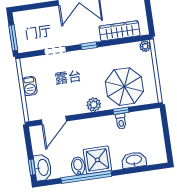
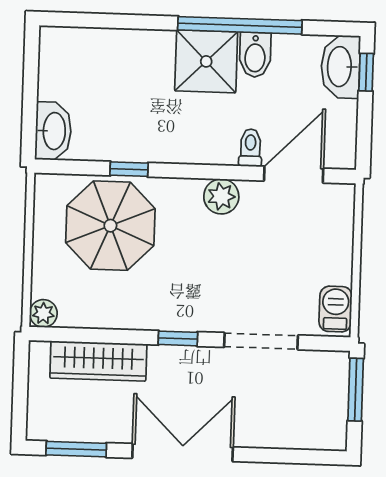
doorway: (55, 51) -> (261, 341), width x1.38
barbecue: (30, 86) -> (335, 309), moved
plant: (94, 105) -> (221, 196), moved
toilet: (121, 121) -> (250, 148), moved
washbasin: (134, 160) -> (53, 131), moved, turned -90

